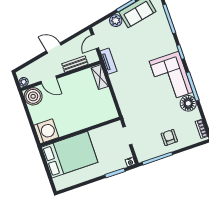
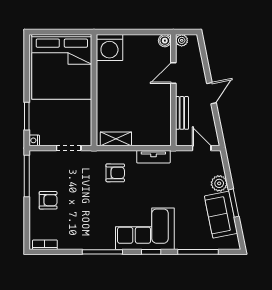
tv unit: (109, 61) -> (153, 157), moved
shelving: (100, 77) -> (116, 139), moved
corner sofa: (171, 77) -> (145, 229), moved
boiler: (33, 96) -> (165, 41), width x0.54, depth x0.54
armchair: (134, 97) -> (115, 173), added
floor lamp: (188, 103) -> (83, 239), removed
bed: (70, 155) -> (62, 67), width x1.36

